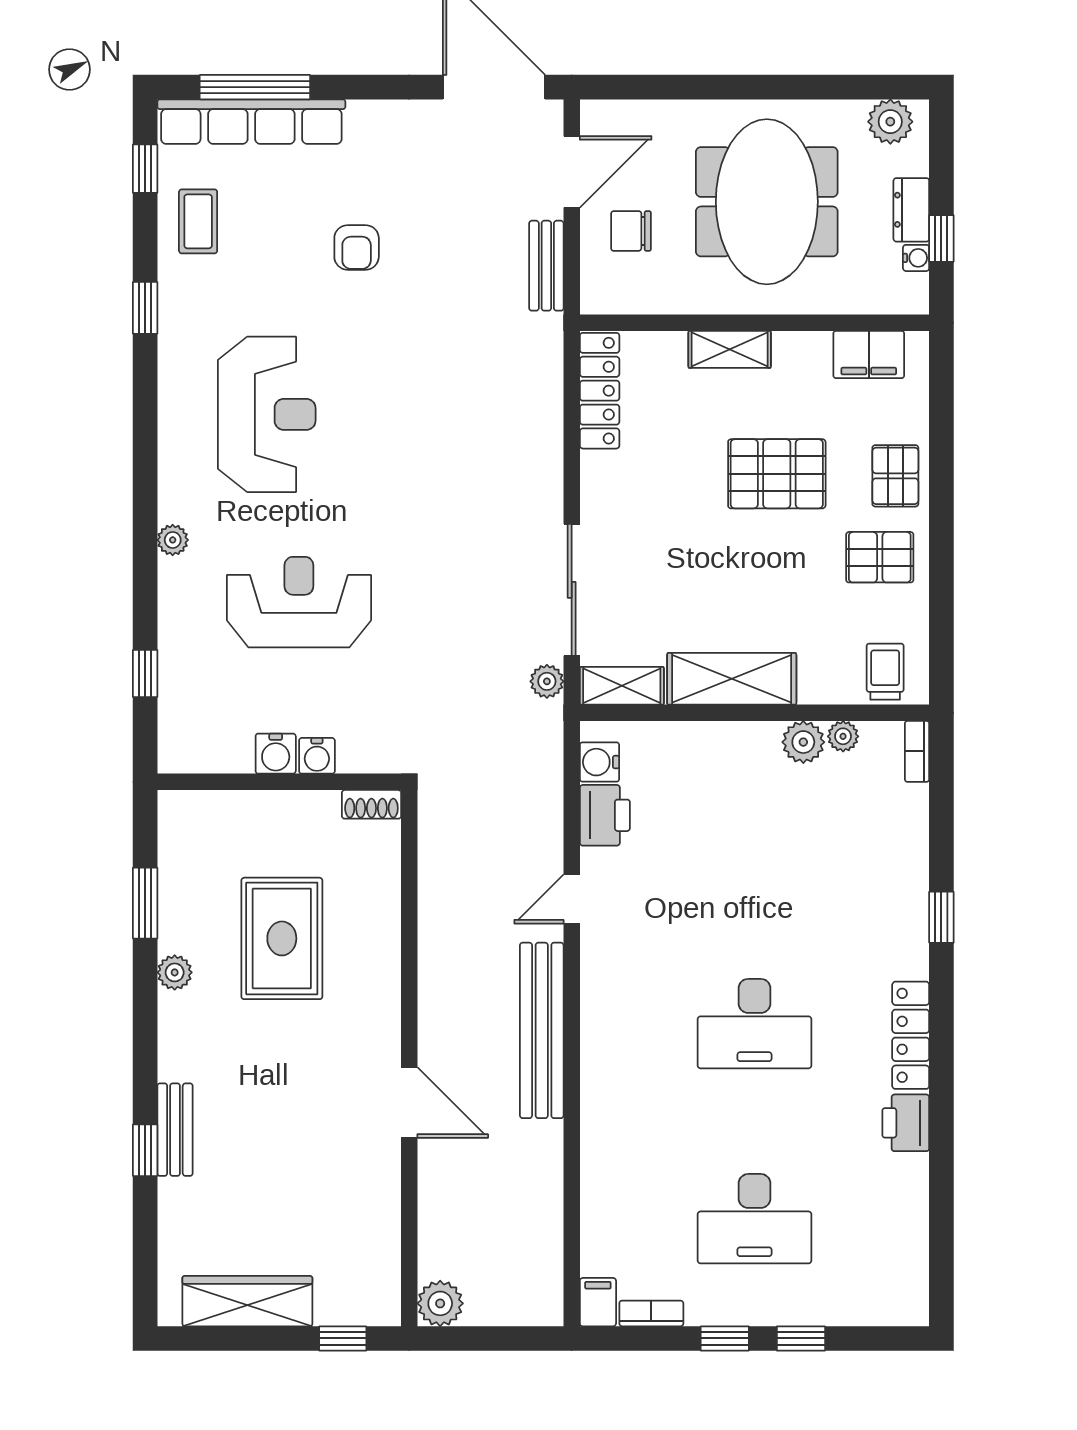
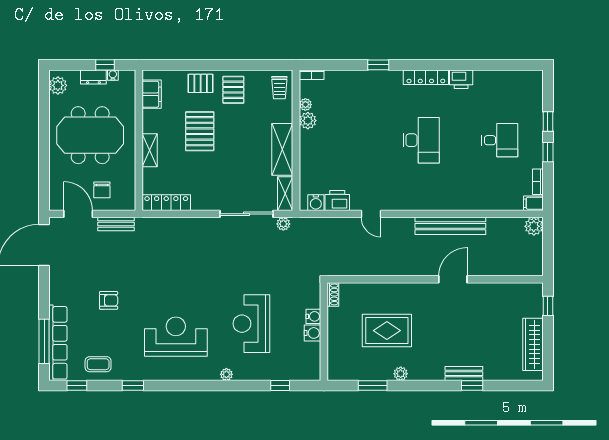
trolley: (885, 672) -> (279, 88), turned -90
bench: (542, 1030) -> (450, 226), moved
desk: (755, 1219) -> (500, 140), width x0.73
plant: (440, 1303) -> (534, 226), moved

